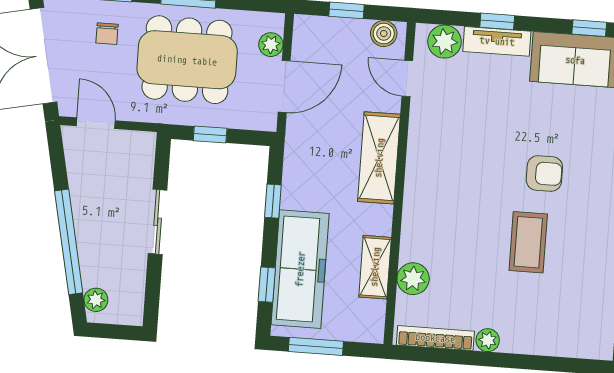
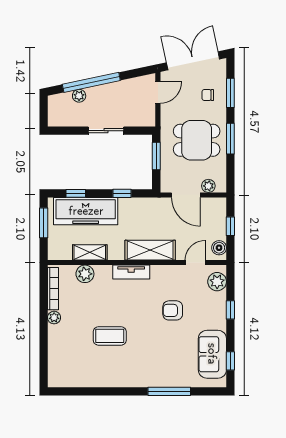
tv unit: (497, 41) -> (131, 272), moved, turned -90
dining table: (187, 60) -> (197, 140), width x0.73
window: (210, 134) -> (156, 156), width x1.50
armchair: (544, 174) -> (173, 310), moved, turned 90
plant: (96, 300) -> (79, 96), moved

